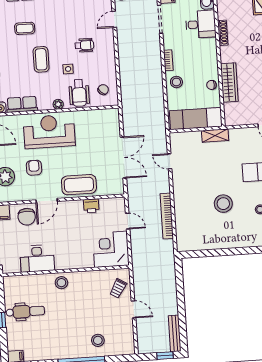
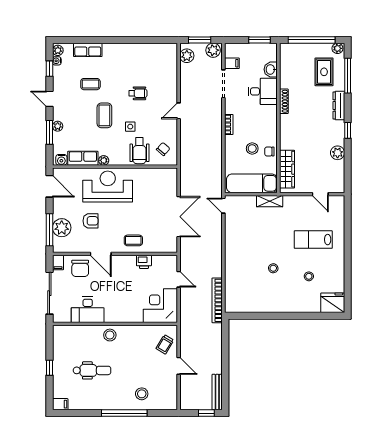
door: (114, 19) -> (179, 111), moved
wheelchair: (84, 45) -> (138, 93), moved
stool: (176, 82) -> (252, 148), moved
wardrobe: (229, 82) -> (287, 169), moved
plant: (58, 104) -> (104, 160), moved
door: (170, 161) -> (223, 206), moved
armchair: (34, 168) -> (90, 221), turned 90
coffee table: (79, 185) -> (133, 240), width x0.54, depth x0.58
door: (47, 201) -> (101, 254), hinge flipped
stool: (223, 204) -> (273, 268), width x0.53, depth x0.53
bookcase: (167, 216) -> (217, 300), moved
dental chair: (25, 312) -> (92, 370), moved

